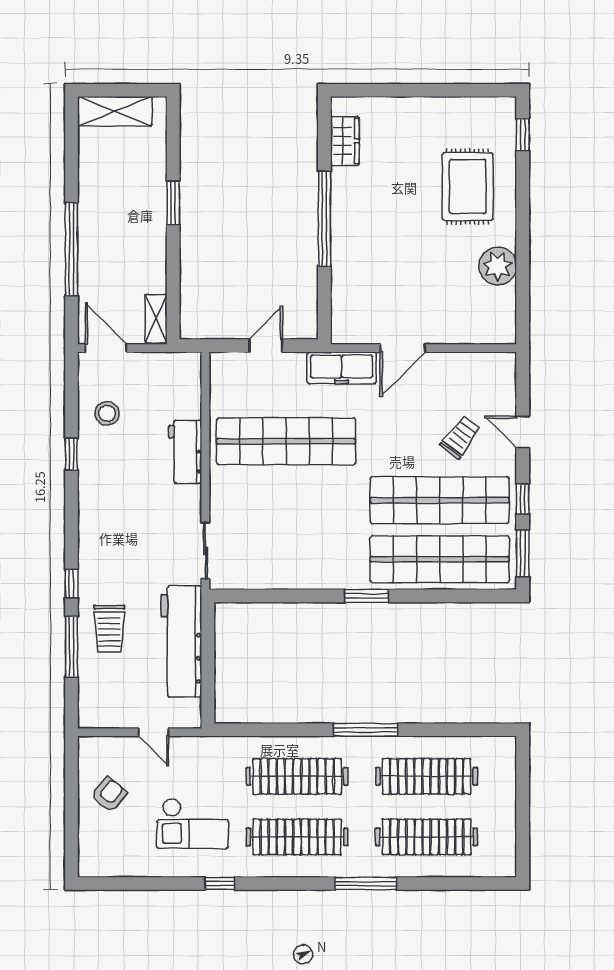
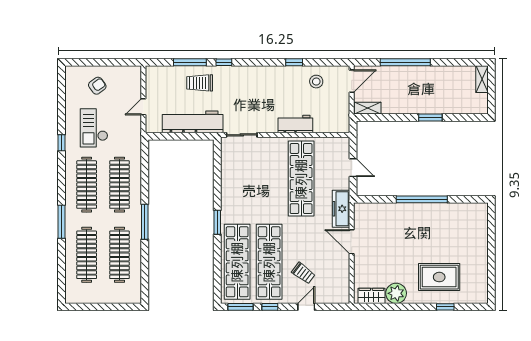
shelving: (115, 111) -> (482, 79), width x0.67, depth x0.75
window: (523, 135) -> (445, 307), moved
wardrobe: (345, 141) -> (371, 296), moved, turned 180
armchair: (109, 795) -> (97, 86), moved, turned -75

